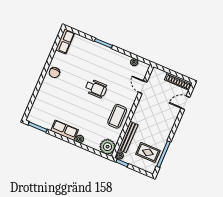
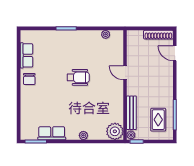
row of seats: (65, 41) -> (26, 55), moved
door: (143, 87) -> (125, 73), moved
door: (185, 103) -> (175, 53), hinge flipped
coffee table: (117, 116) -> (112, 96), removed
row of seats: (64, 130) -> (52, 133), moved
rug: (148, 152) -> (158, 120), turned 90

